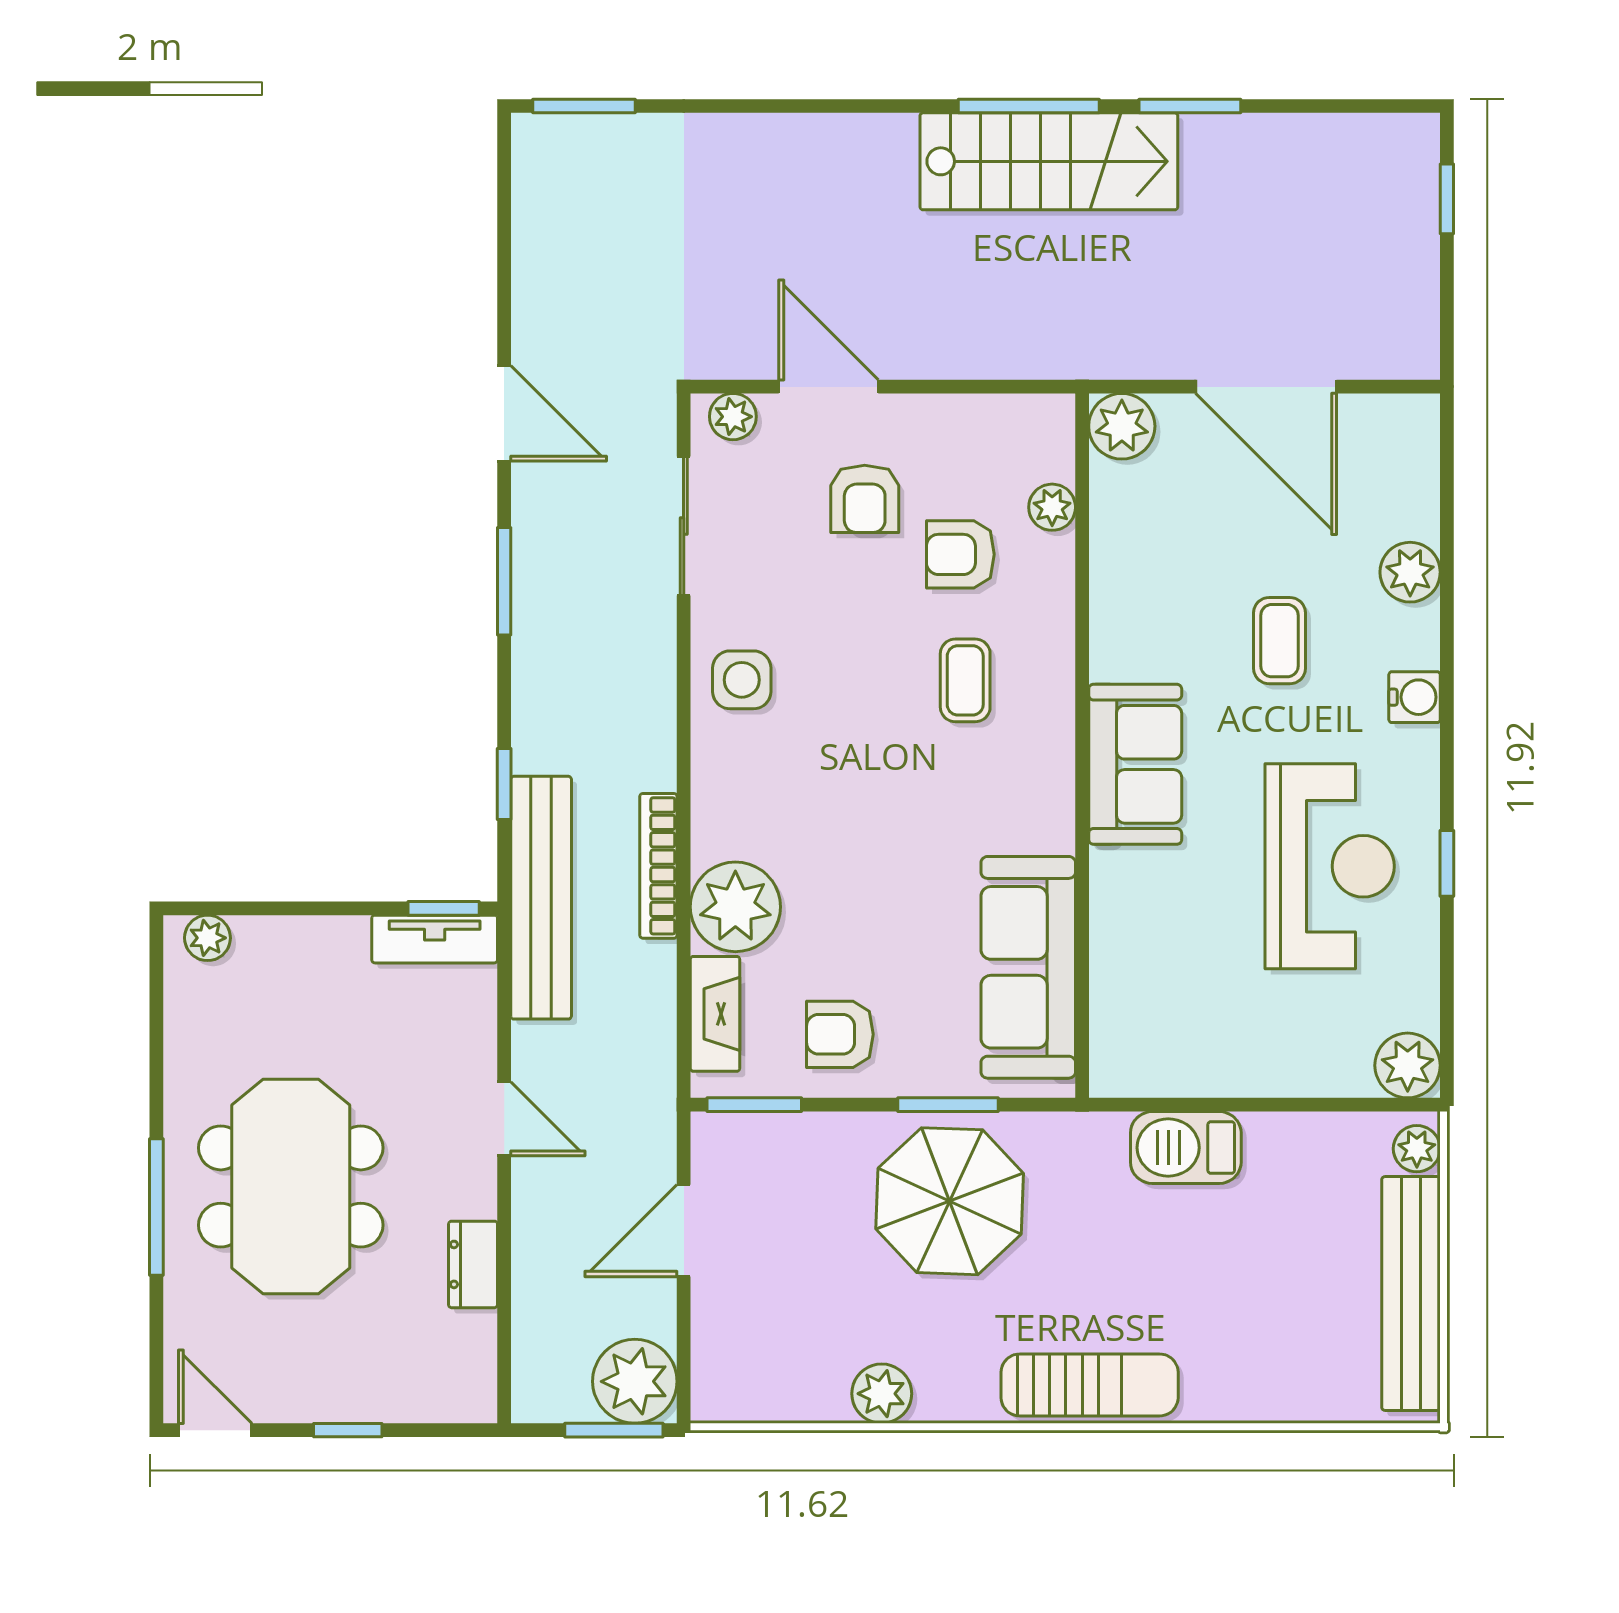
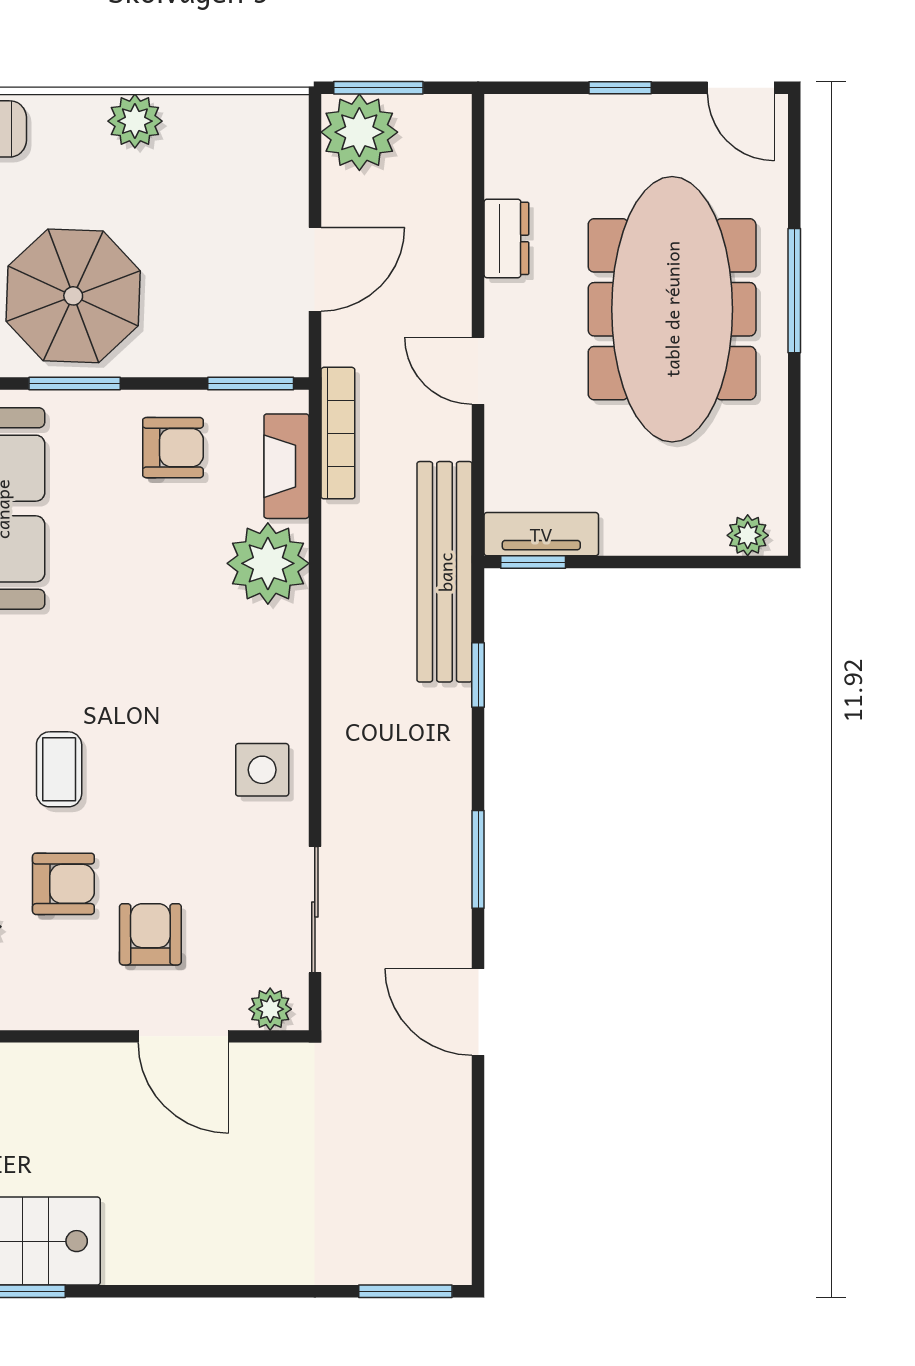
bookcase: (658, 866) -> (338, 433), moved
meeting table: (291, 1187) -> (672, 309), width x1.36

